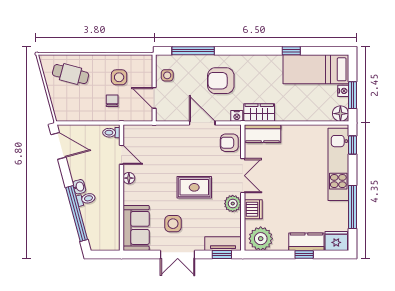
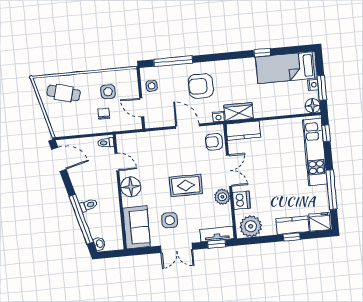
floor lamp: (129, 178) -> (131, 187), width x1.89, depth x1.89
washbasin: (79, 187) -> (99, 244), moved

